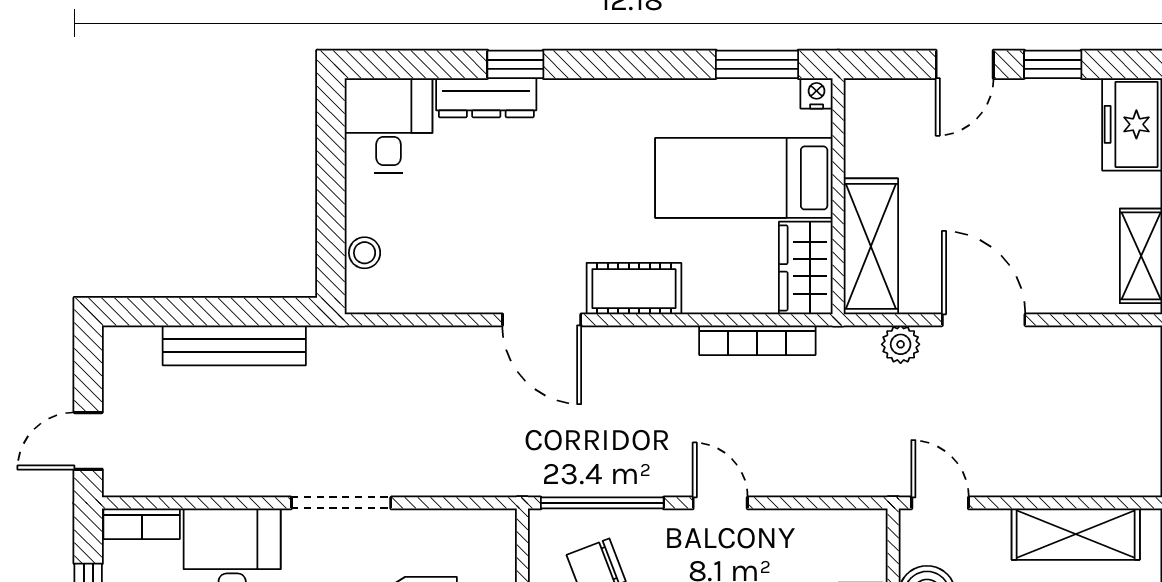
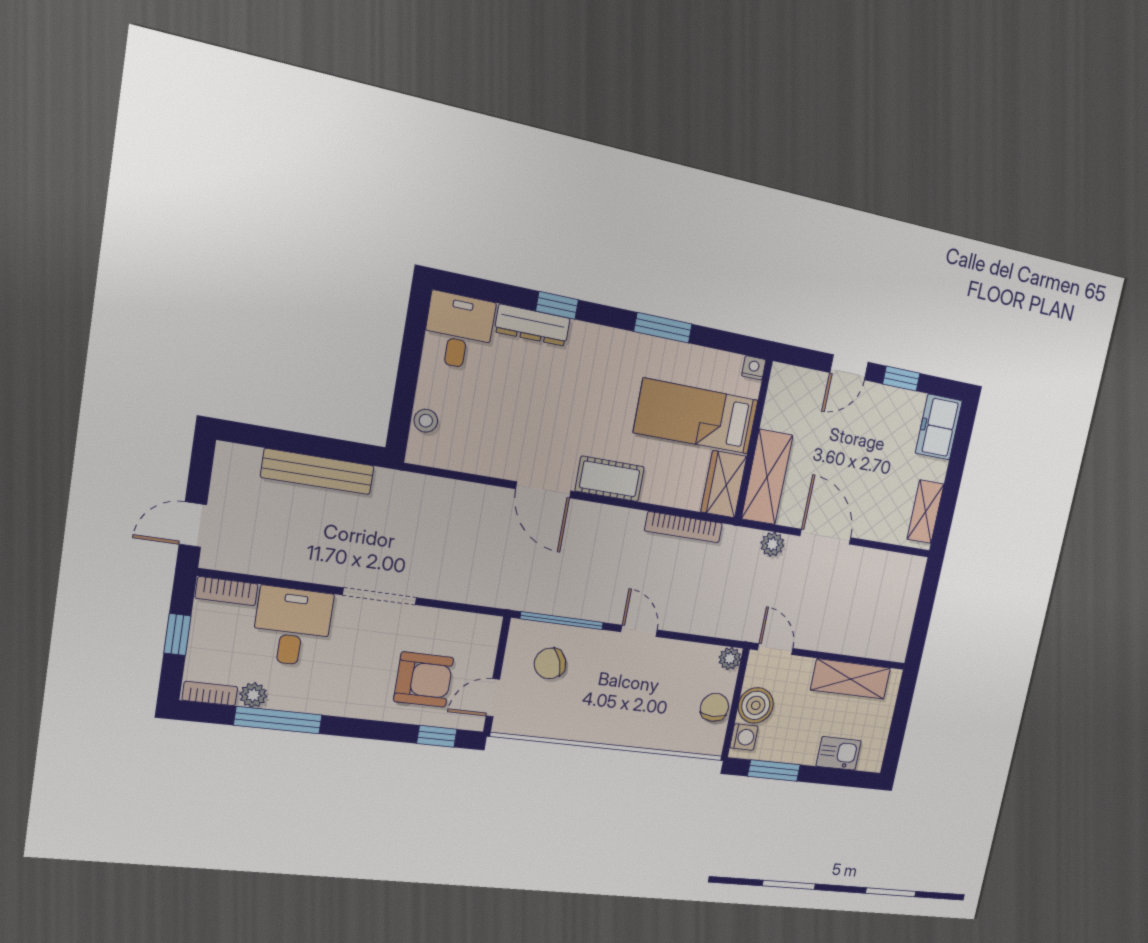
window: (757, 64) -> (663, 328), moved
plant: (870, 526) -> (730, 658), added

